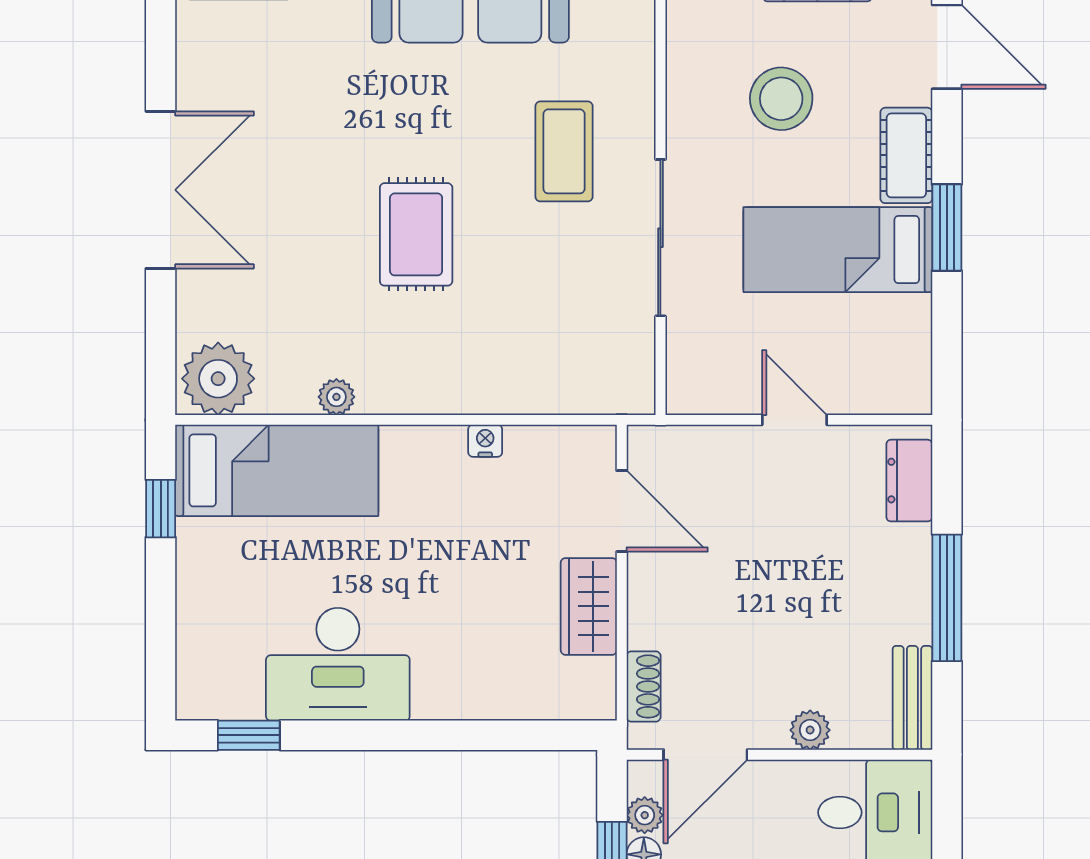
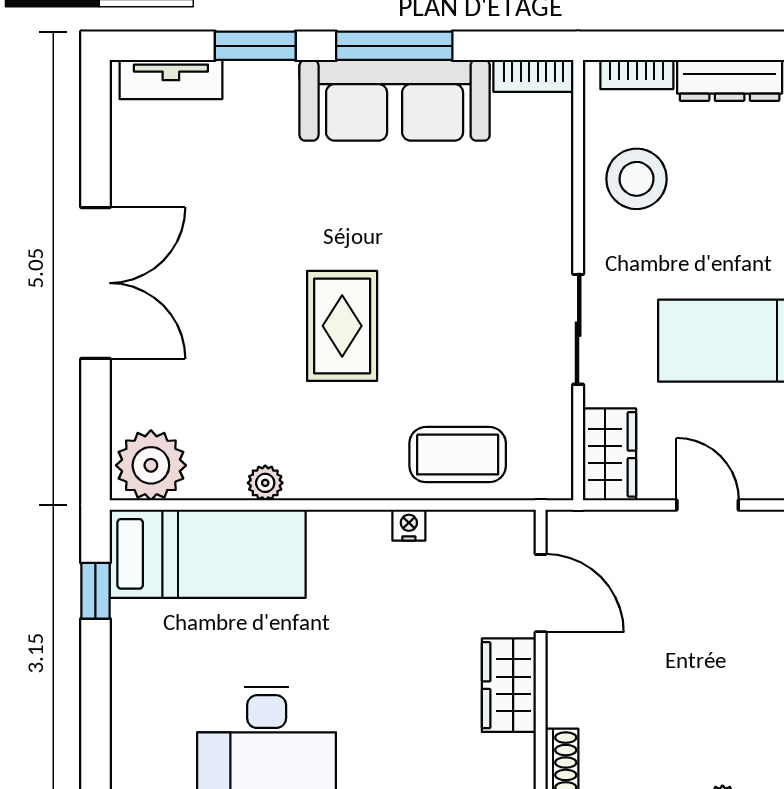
stool: (781, 99) -> (637, 179), moved
coffee table: (564, 151) -> (458, 455), moved, turned 90
sliding door: (660, 238) -> (578, 329), width x0.73
wardrobe: (693, 367) -> (609, 454), added

